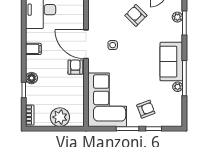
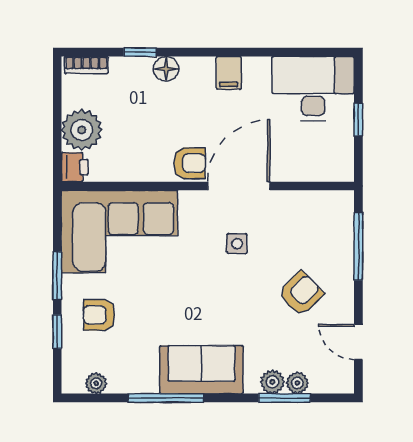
plant: (177, 29) -> (272, 382), added
plant: (178, 87) -> (96, 383), moved
armchair: (146, 109) -> (99, 315), turned 111
printer: (77, 120) -> (75, 167), added

